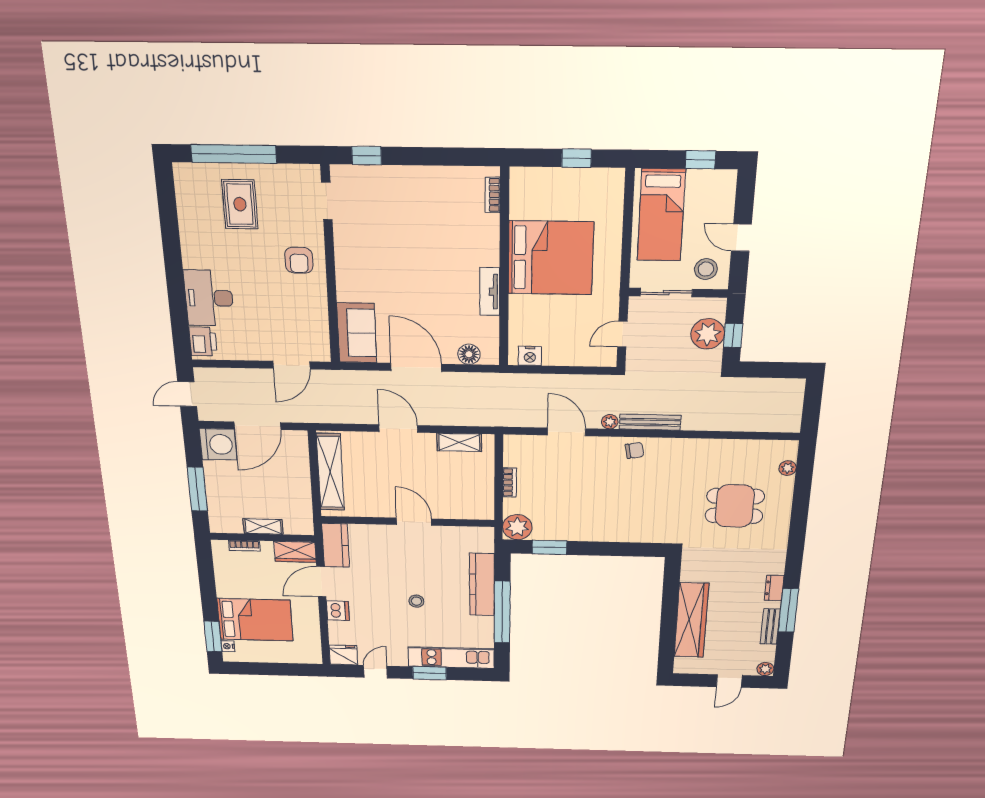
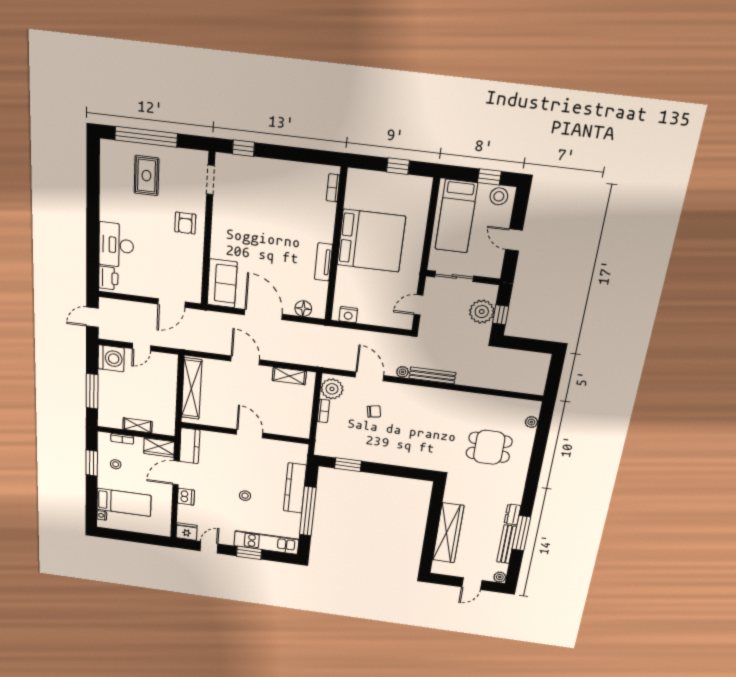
stool: (706, 269) -> (499, 196), moved
door: (257, 426) -> (141, 347), width x0.53
chair: (634, 450) -> (374, 412), moved
plant: (517, 527) -> (332, 389), moved
stool: (239, 579) -> (116, 464), added
bed: (255, 620) -> (124, 502), width x0.67
bench: (770, 626) -> (507, 544), width x1.36
window: (213, 636) -> (92, 463), moved

